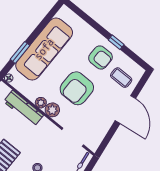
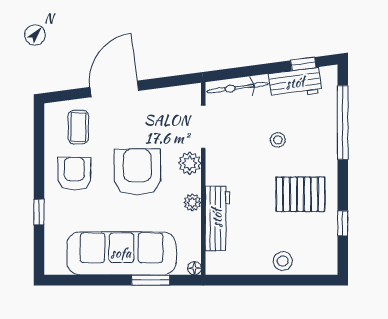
window: (116, 42) -> (39, 212), moved
armchair: (77, 88) -> (137, 172), turned -90
plant: (52, 110) -> (190, 163), moved

